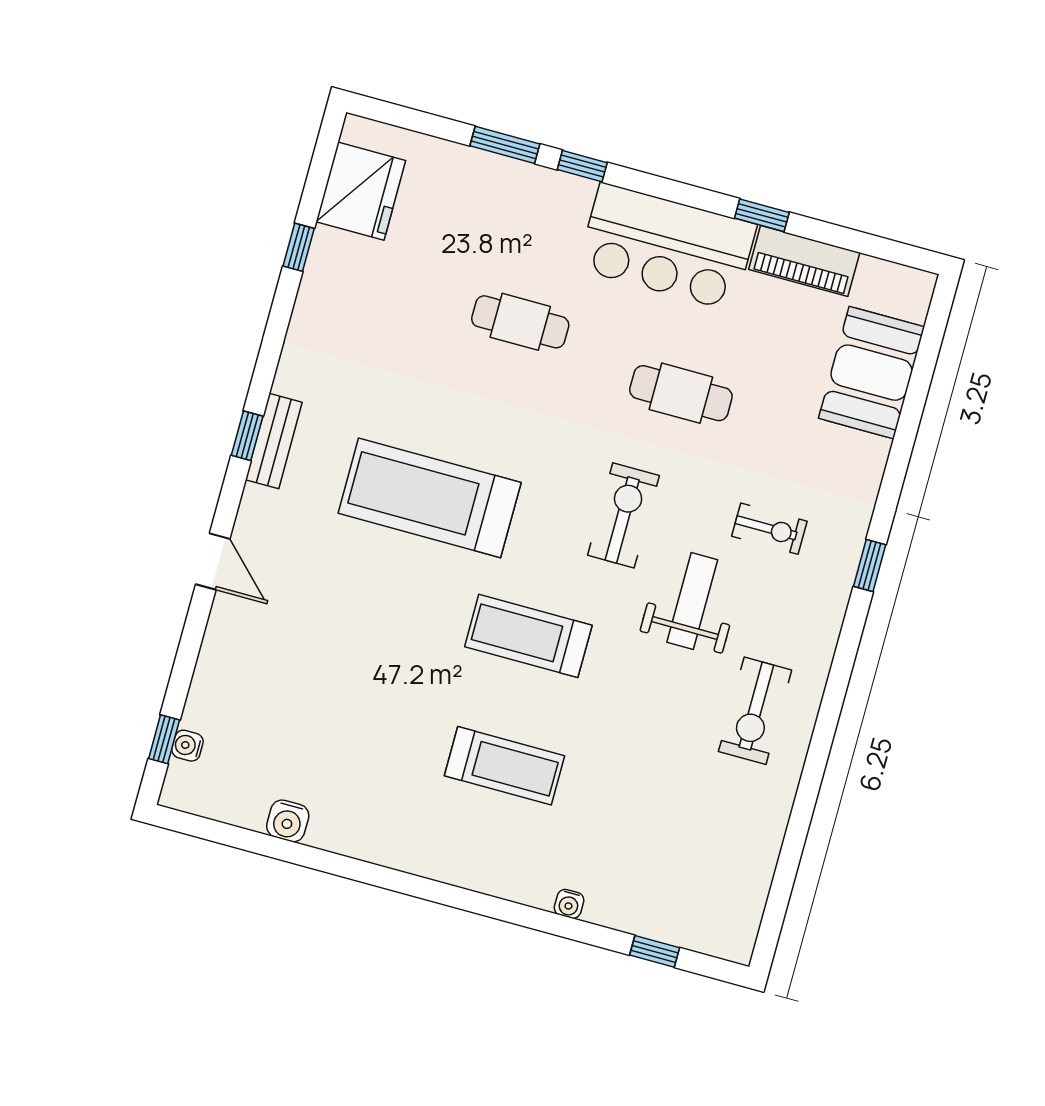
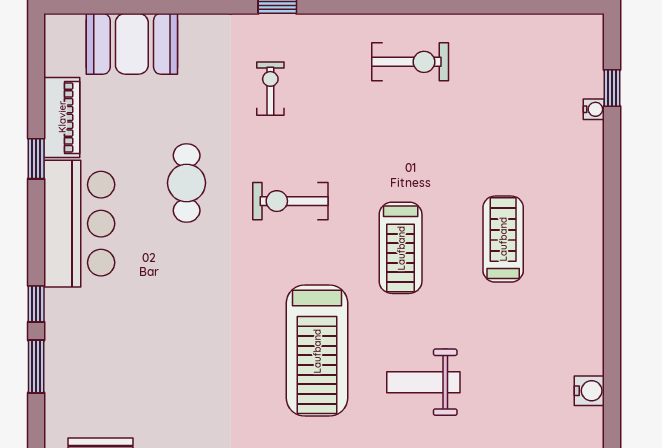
cafe table: (520, 322) -> (166, 319), removed
weight bench: (692, 601) -> (423, 382), moved
water cooler: (569, 904) -> (594, 109), moved

